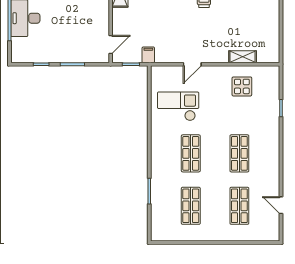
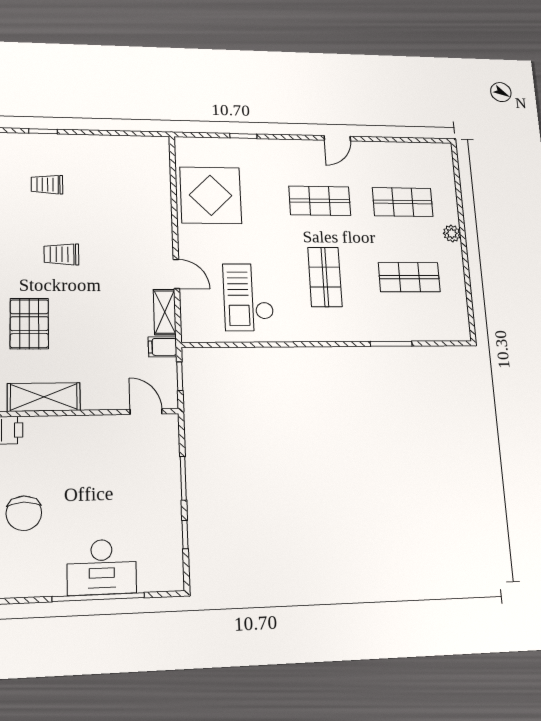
shelving: (243, 57) -> (165, 312), moved
display table: (242, 86) -> (211, 195), width x1.86, depth x1.86
shop shelf: (191, 153) -> (325, 277), turned 90
door: (281, 205) -> (337, 138), moved
plant: (219, 236) -> (452, 233), added

